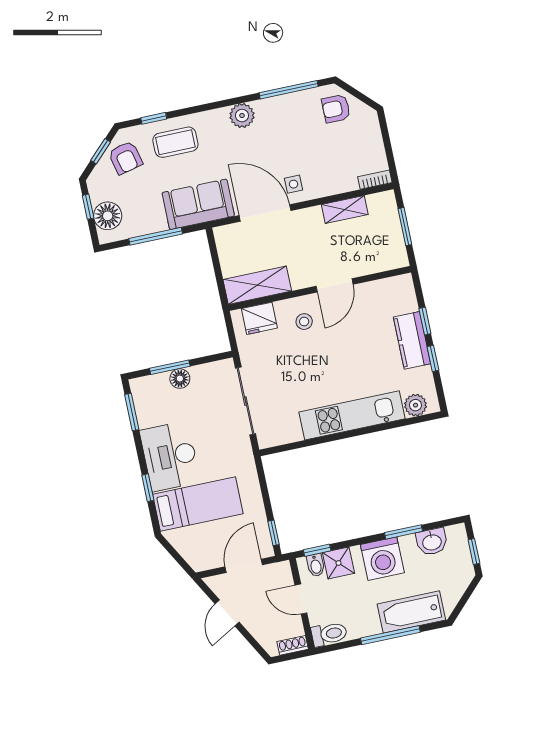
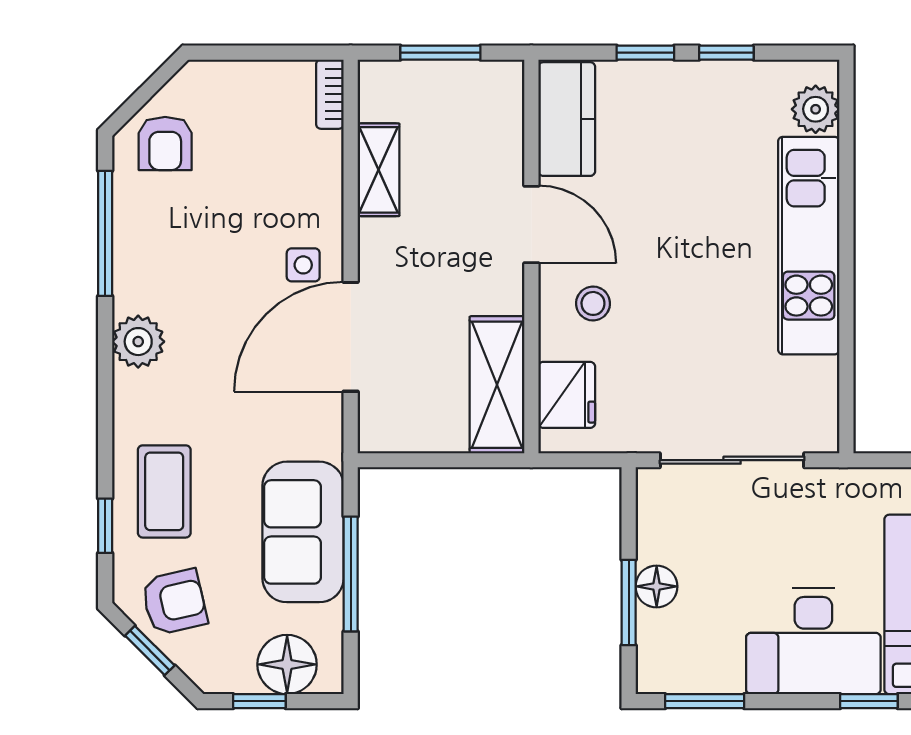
sofa: (198, 204) -> (303, 532), moved
kitchen counter: (412, 340) -> (567, 119), moved, turned -90

